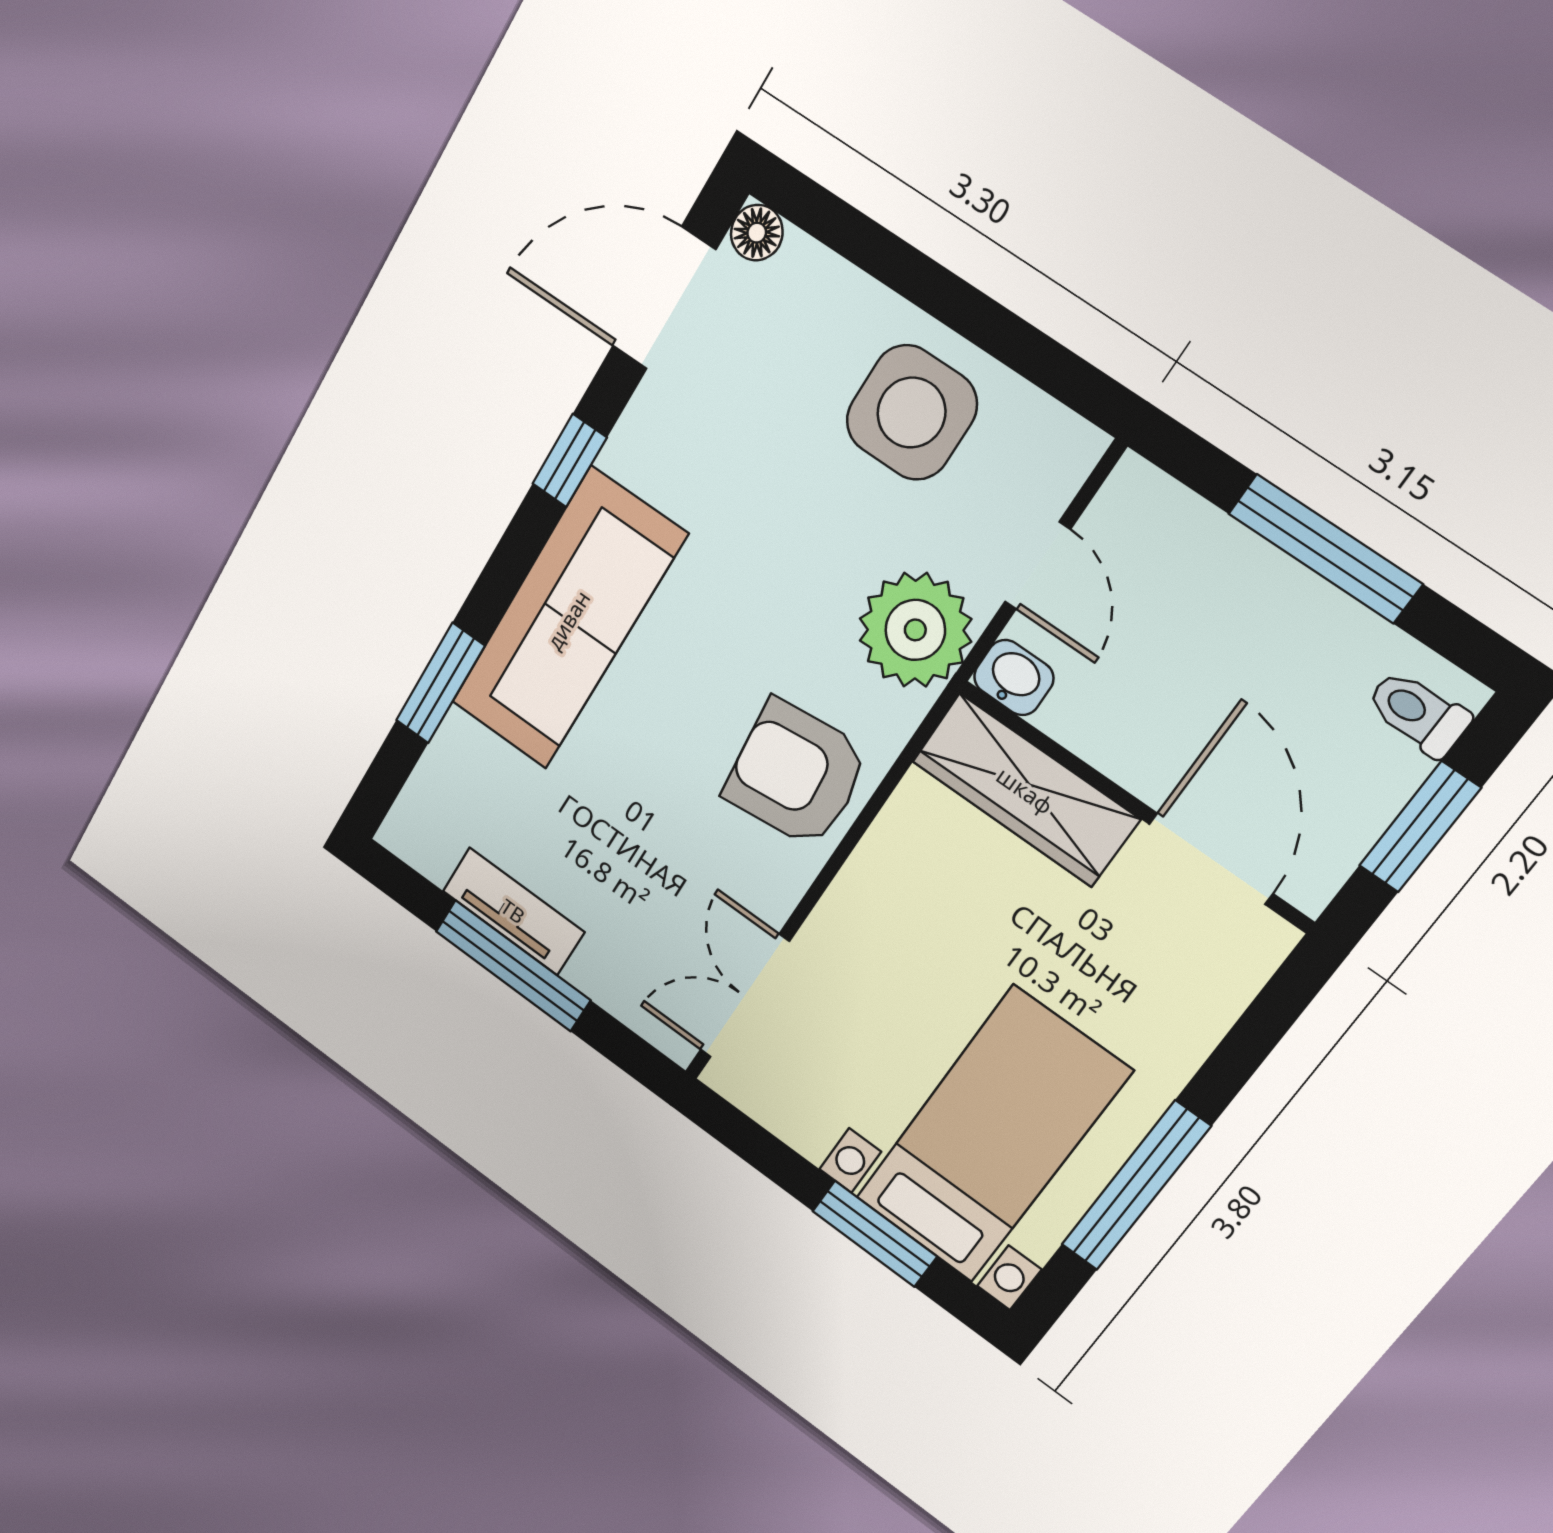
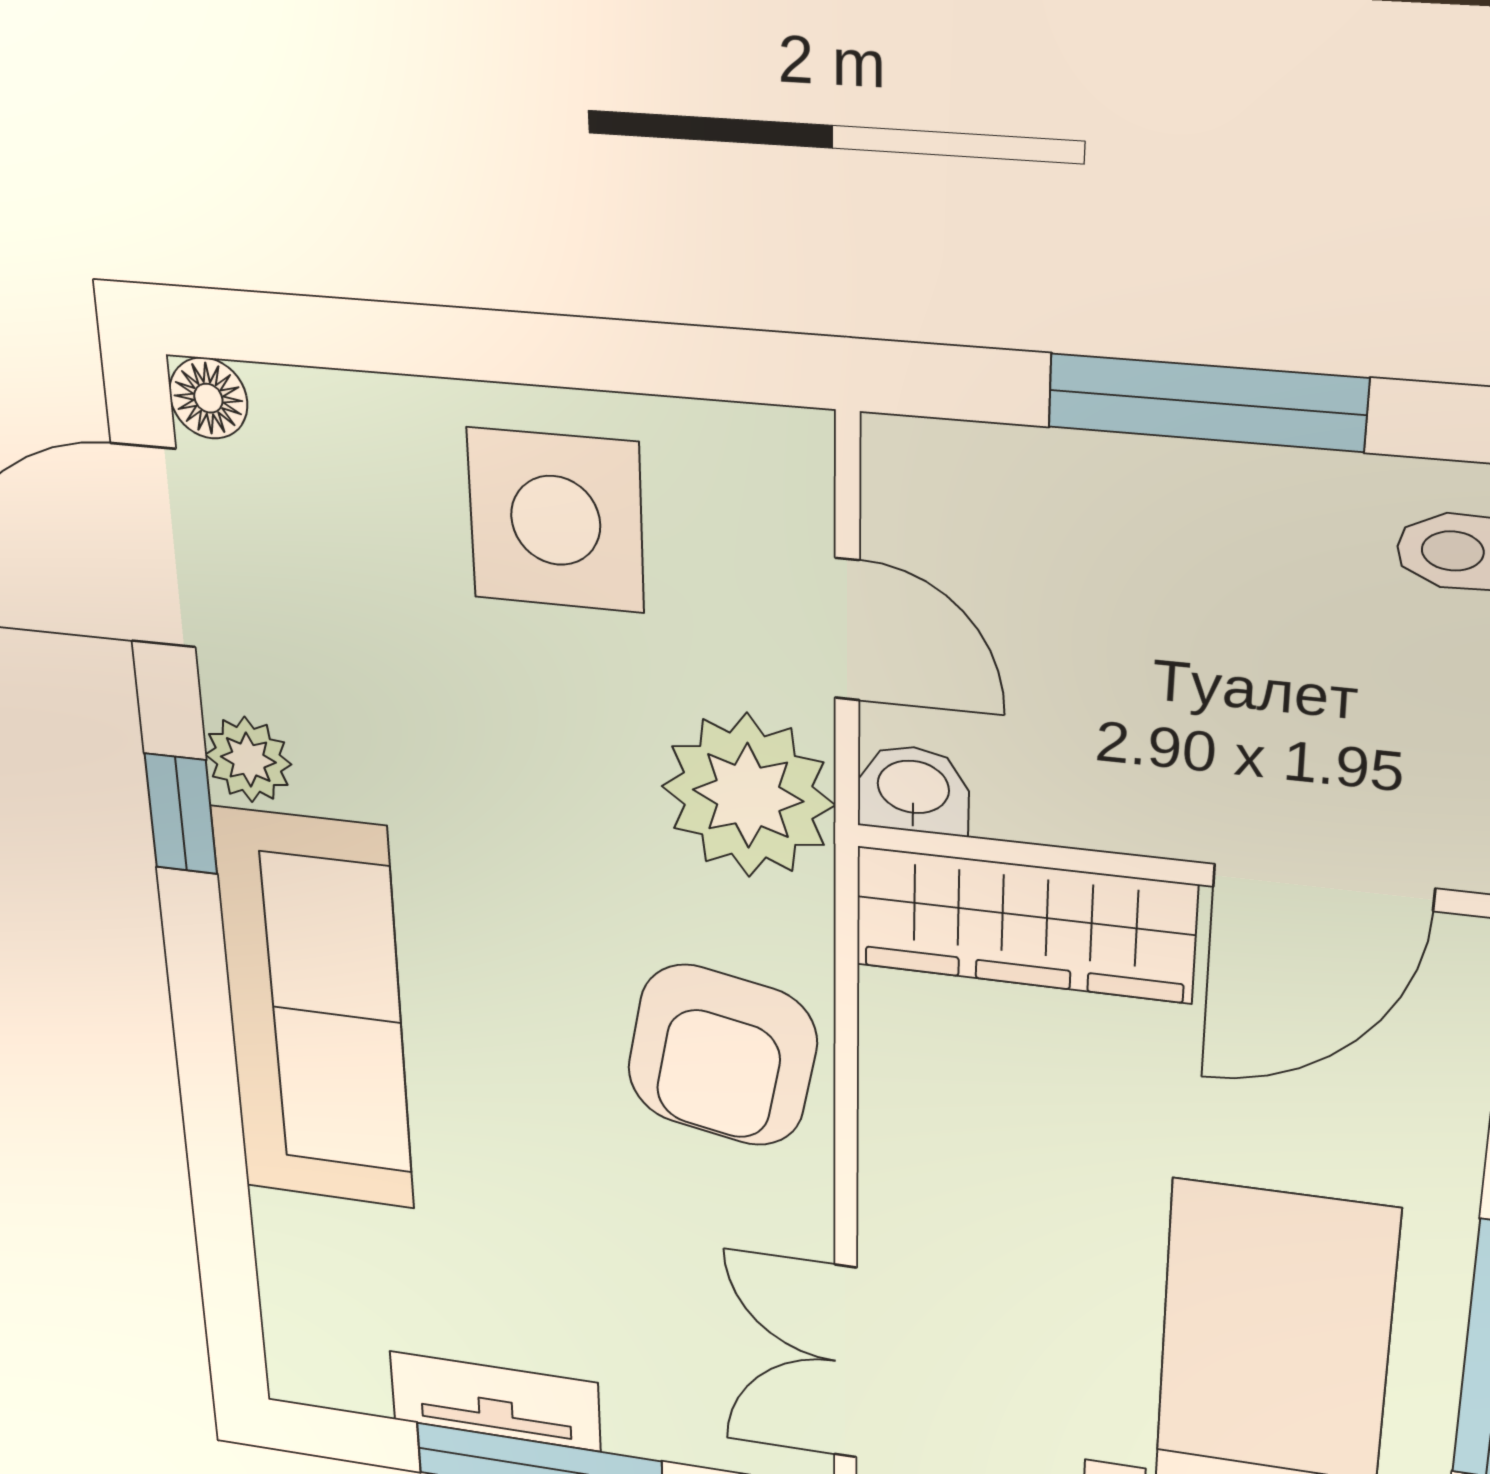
plant: (633, 451) -> (248, 760), added
window: (440, 683) -> (218, 1171), removed
armchair: (796, 774) -> (722, 1056), turned -73
door: (1211, 859) -> (1323, 887), swing flipped

